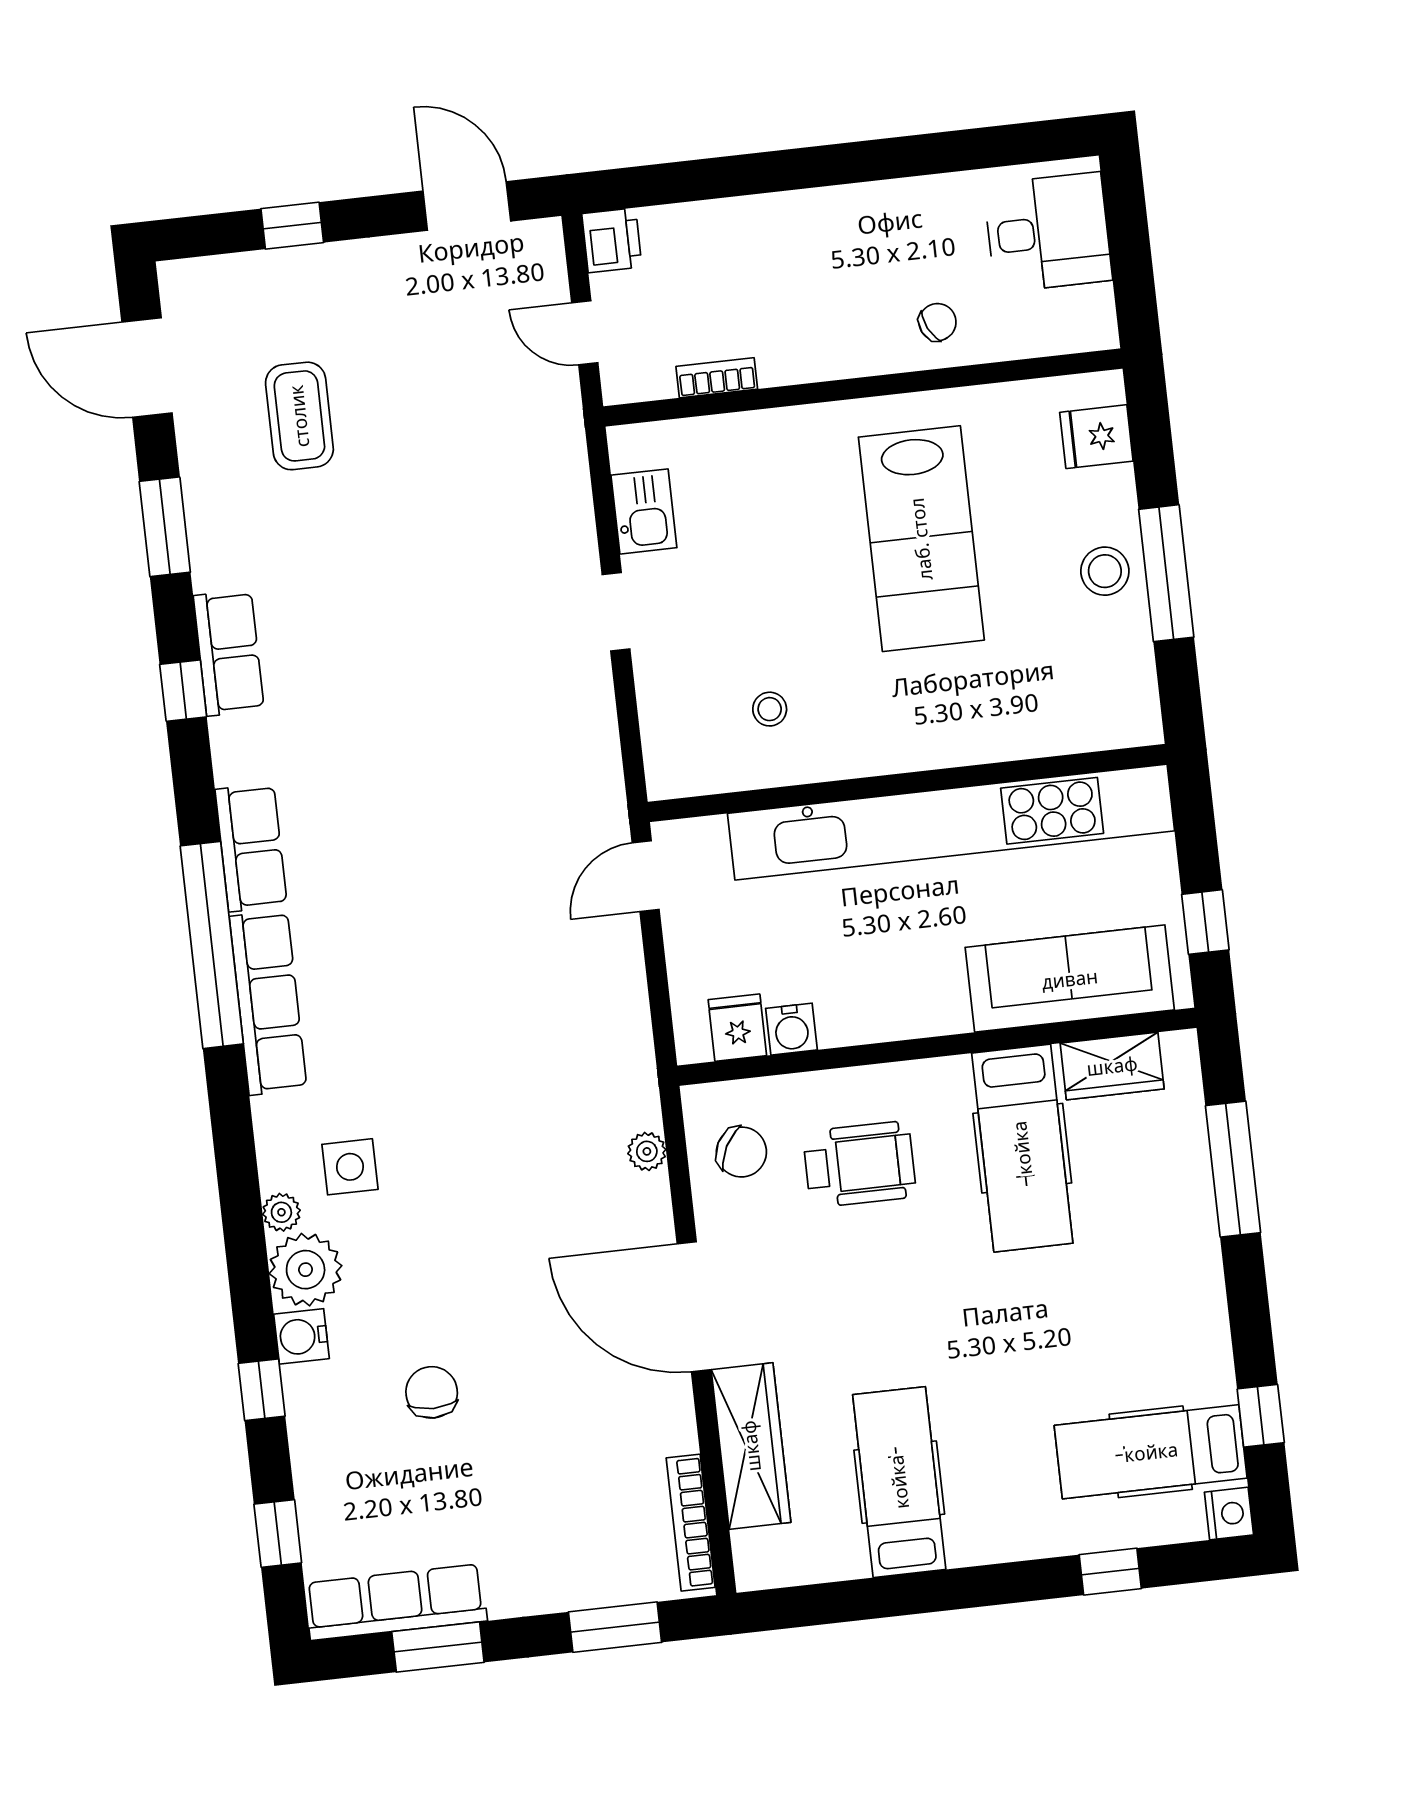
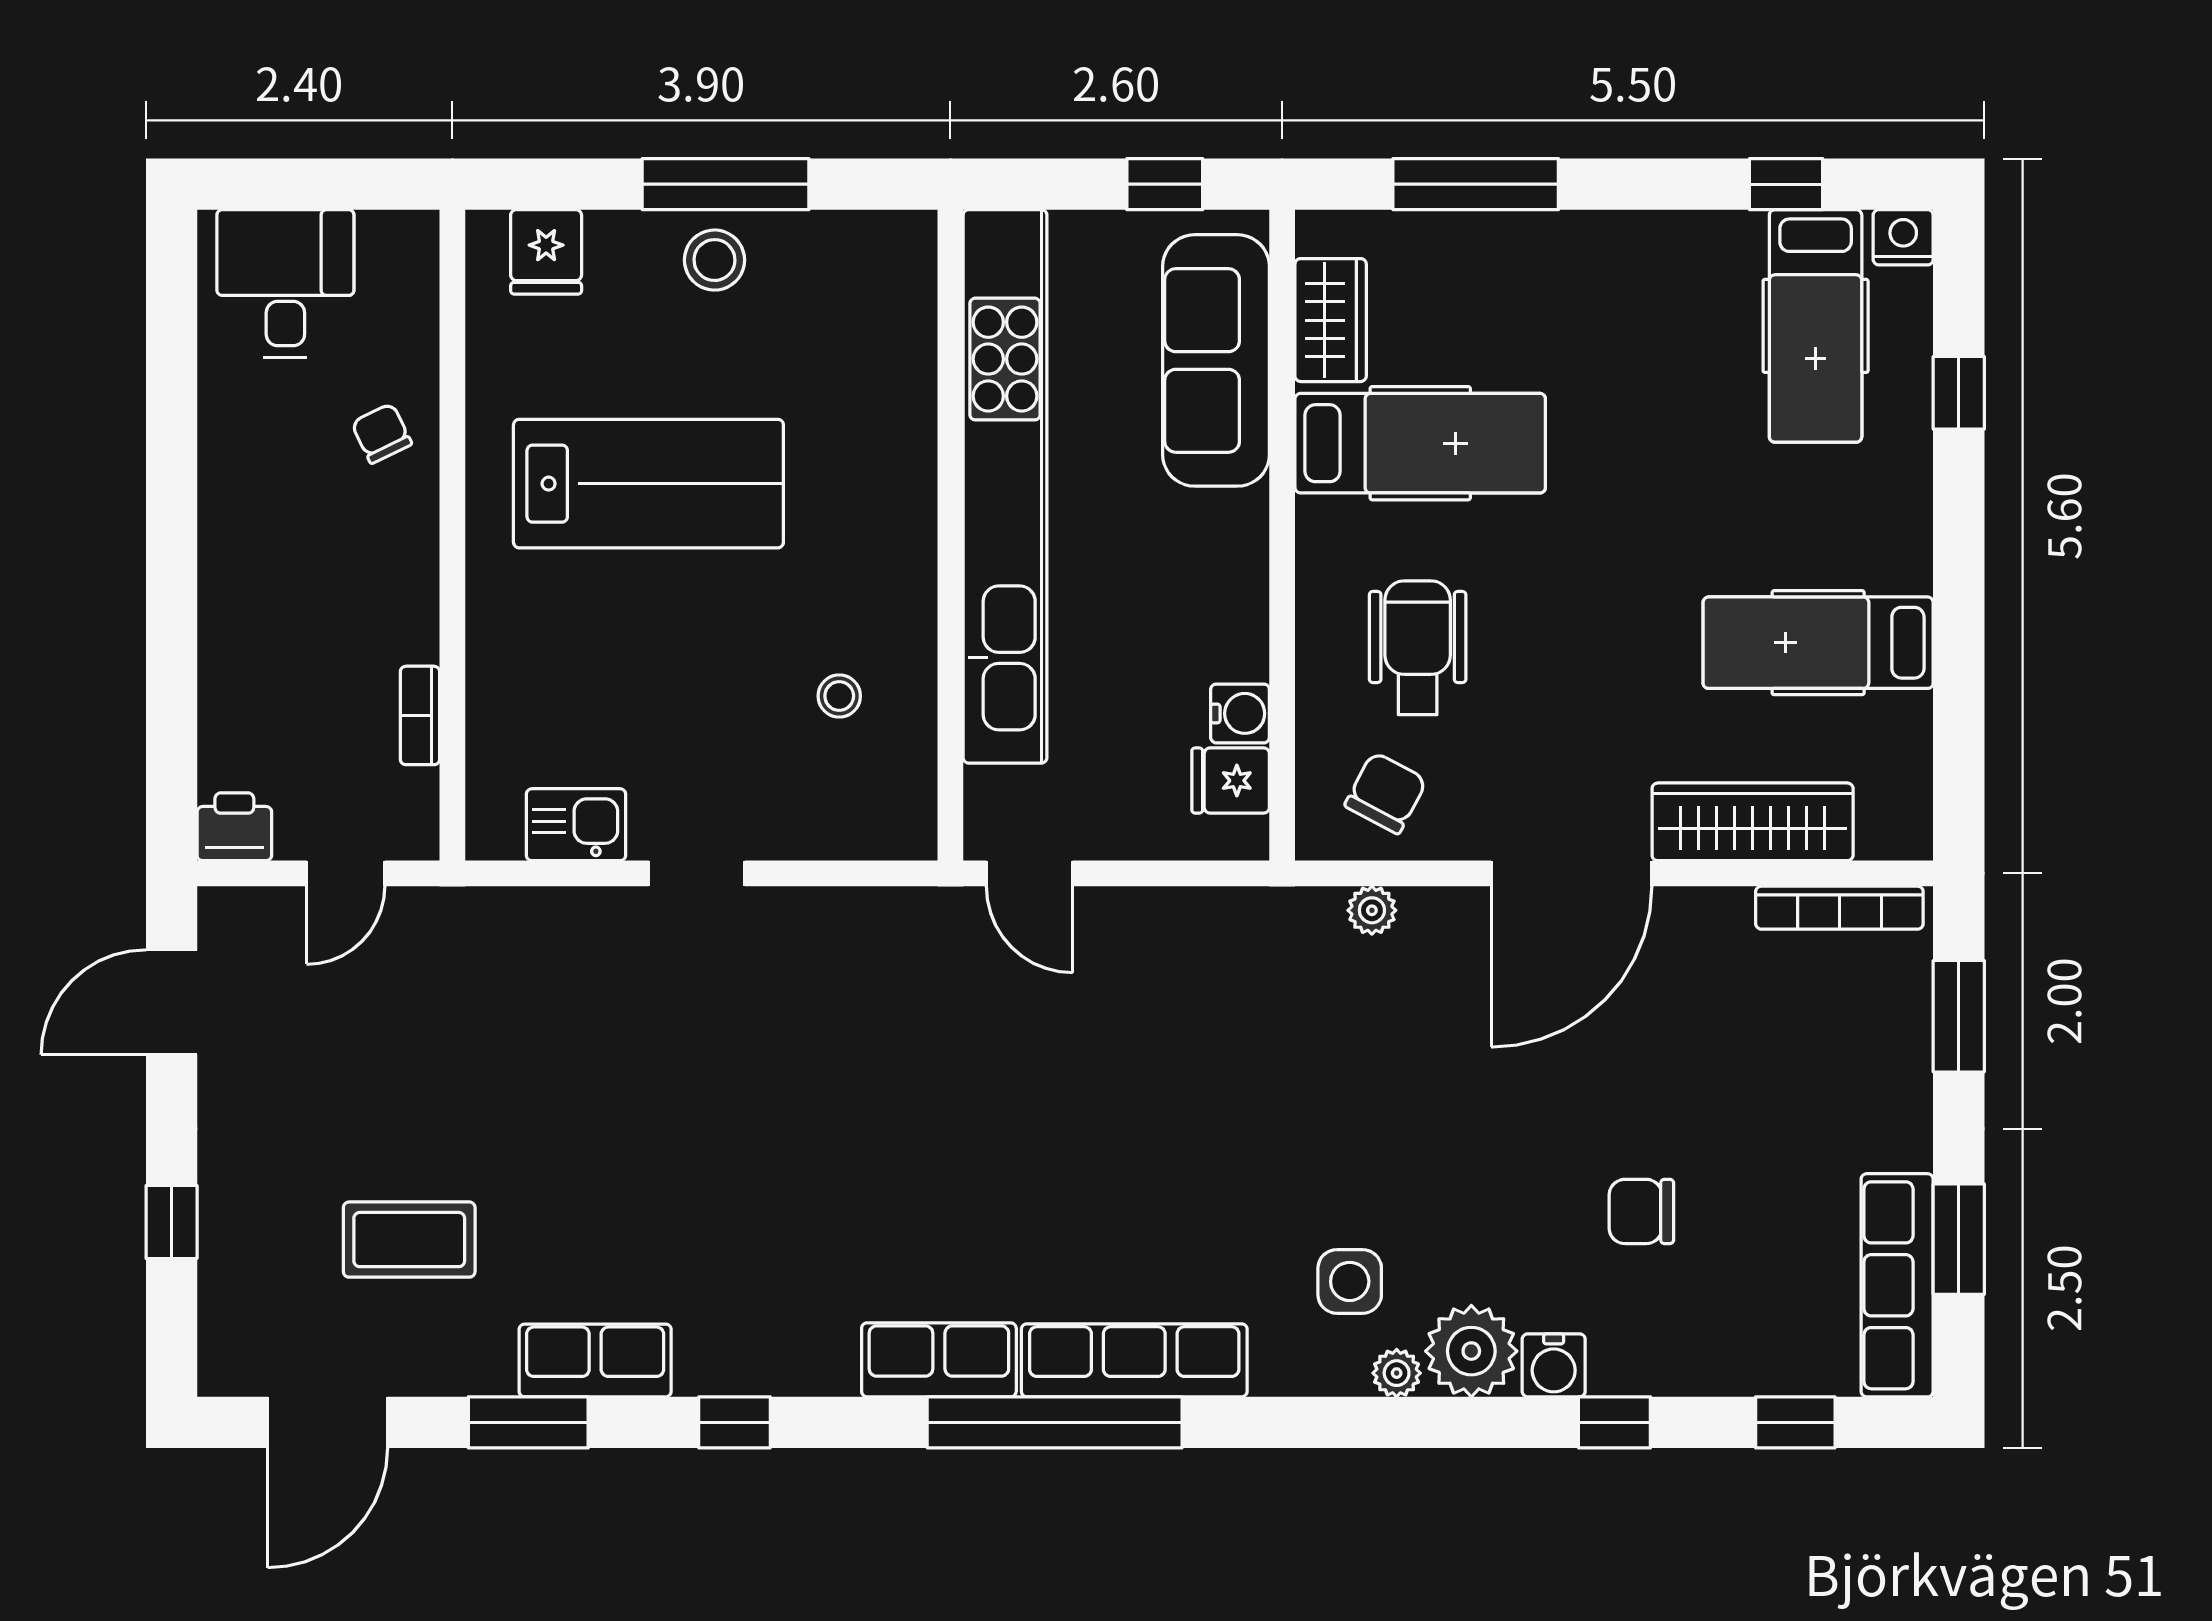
row of seats: (229, 653) -> (595, 1360), moved

